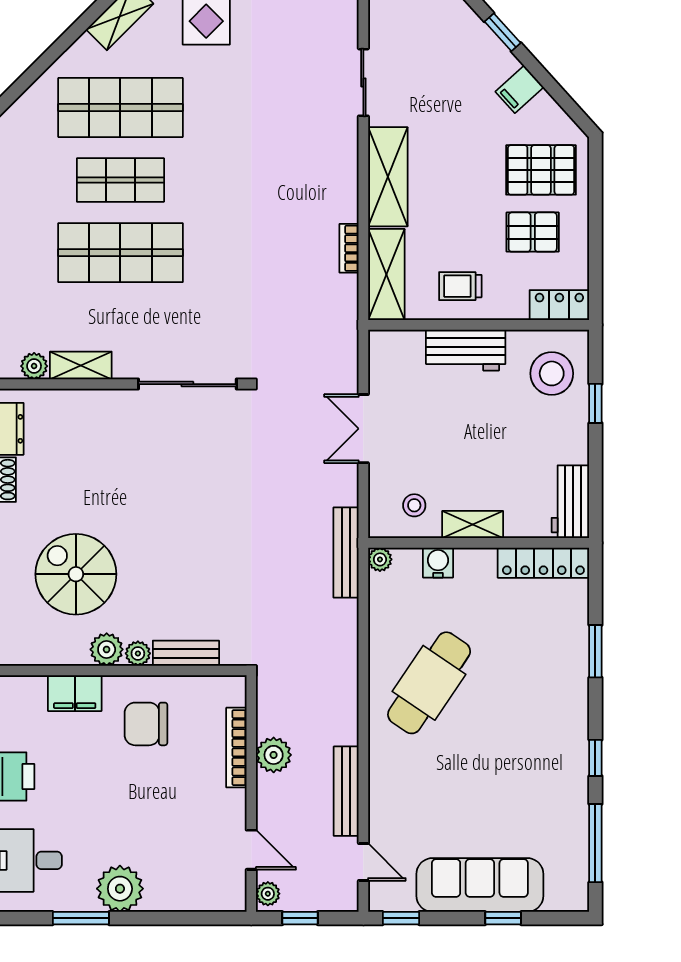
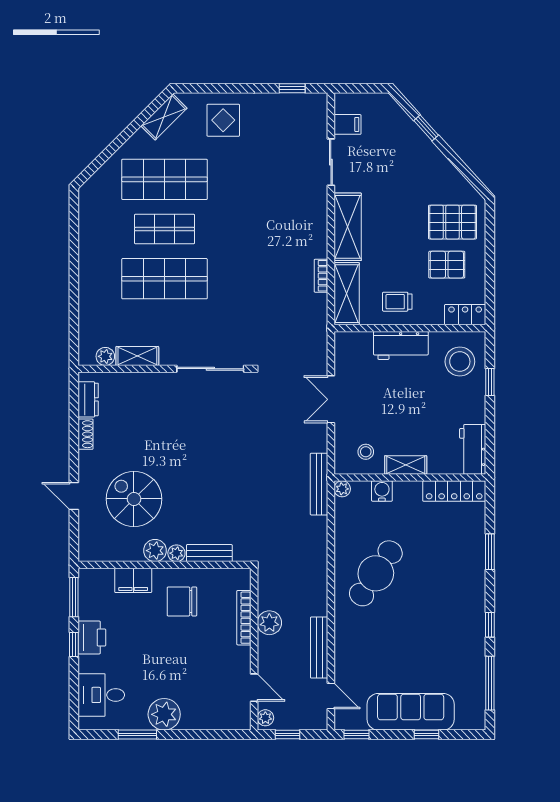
filing cabinet: (519, 89) -> (347, 124), moved, turned -138

